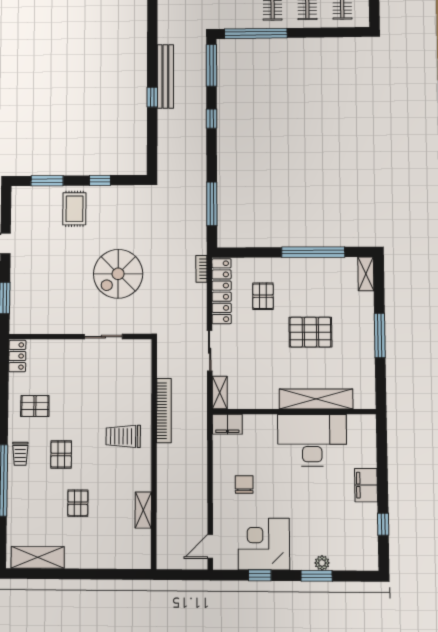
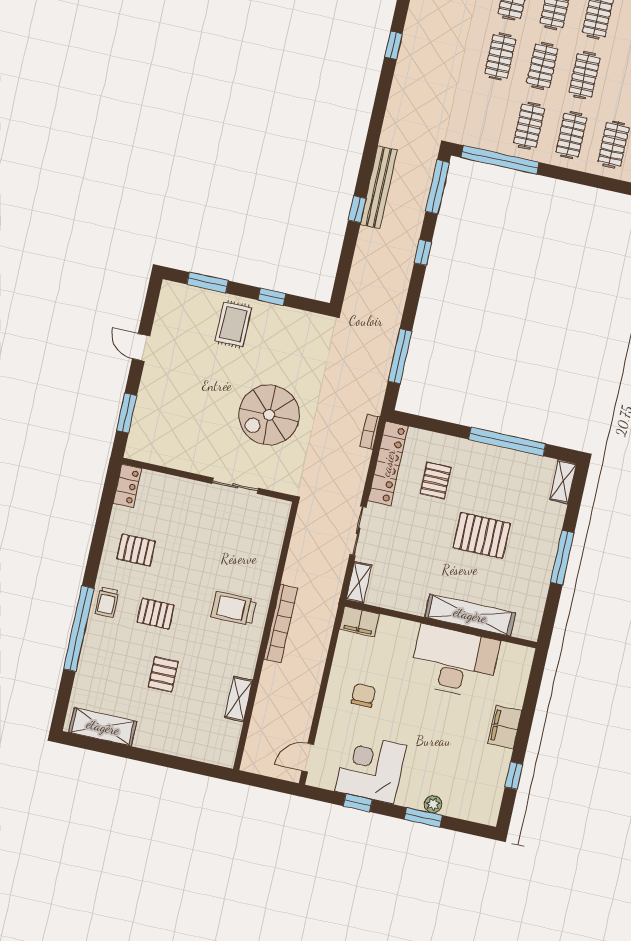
bookcase: (164, 411) -> (281, 624), moved
pallet: (61, 455) -> (156, 614), turned 90

